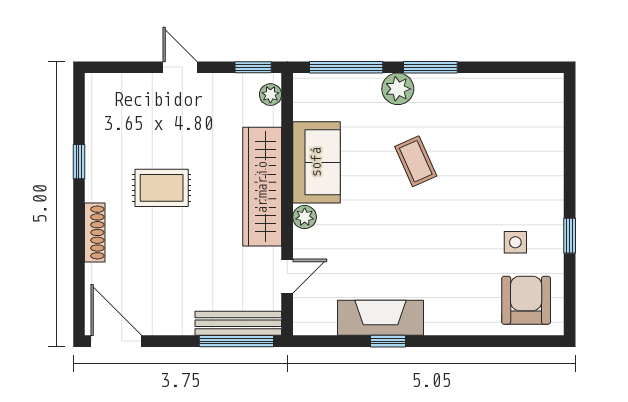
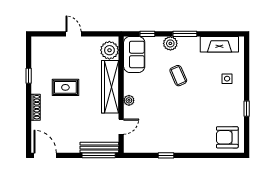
window: (253, 67) -> (106, 34), removed
window: (346, 67) -> (147, 34), width x0.46
plant: (270, 95) -> (109, 50), width x1.88, depth x1.88
sofa: (316, 162) -> (134, 54), moved
side table: (515, 242) -> (227, 79), moved
armchair: (526, 300) -> (227, 137), turned -90
fireplace: (381, 318) -> (219, 44), moved, turned 180

